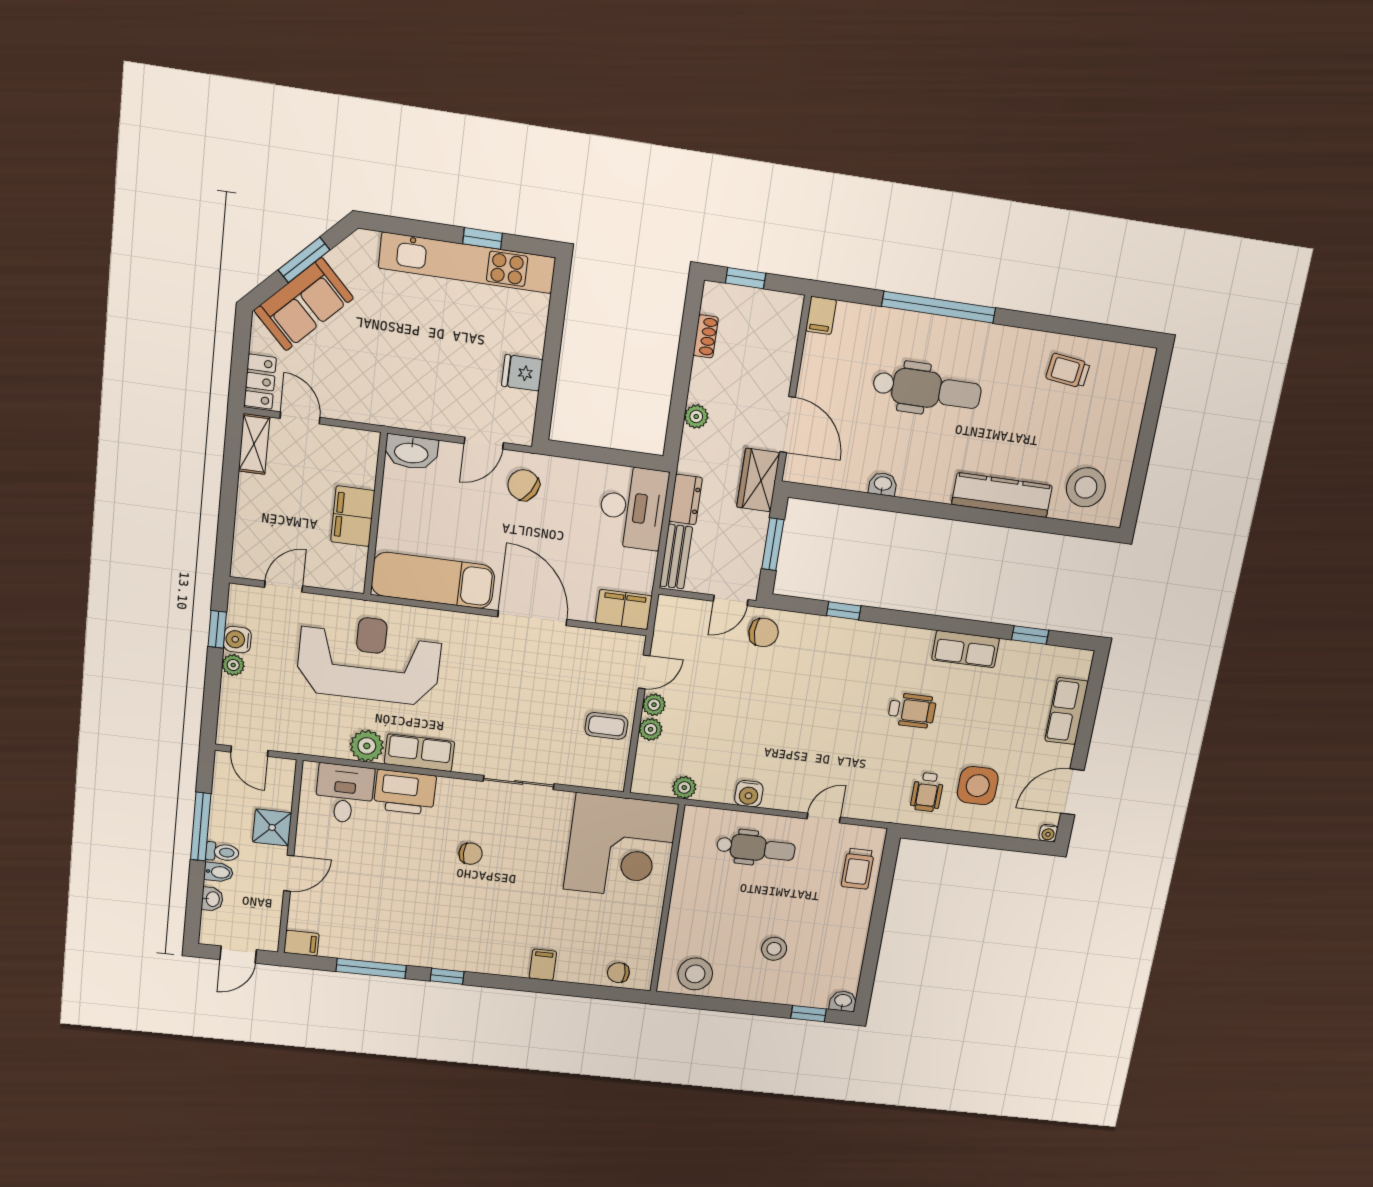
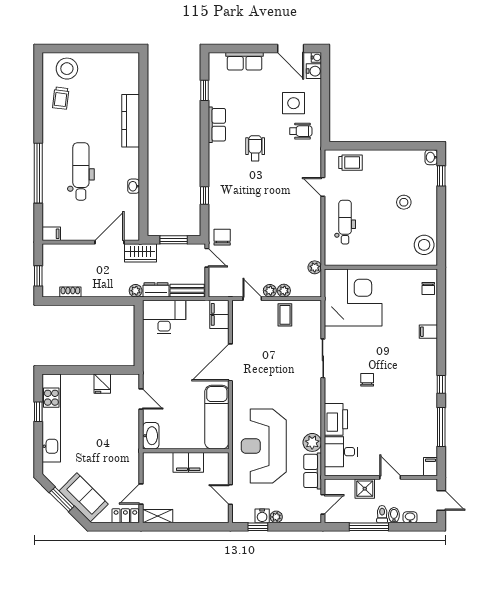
plant: (696, 417) -> (136, 291), moved
chair: (524, 485) -> (160, 376), removed
stool: (1086, 487) -> (67, 69), moved
row of seats: (419, 753) -> (313, 471), moved
water cooler: (749, 794) -> (314, 71), moved

